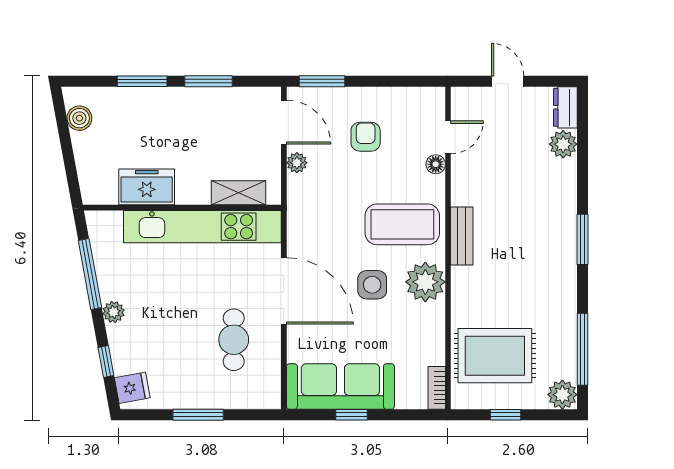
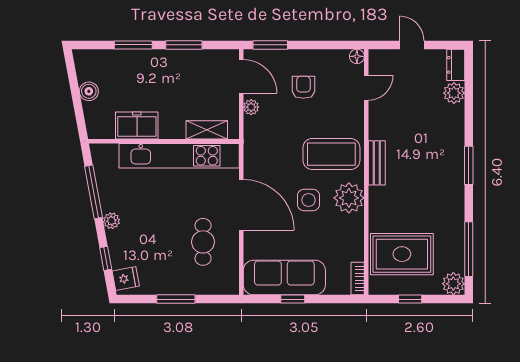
boiler: (79, 118) -> (89, 91), moved
floor lamp: (436, 164) -> (357, 56), moved

